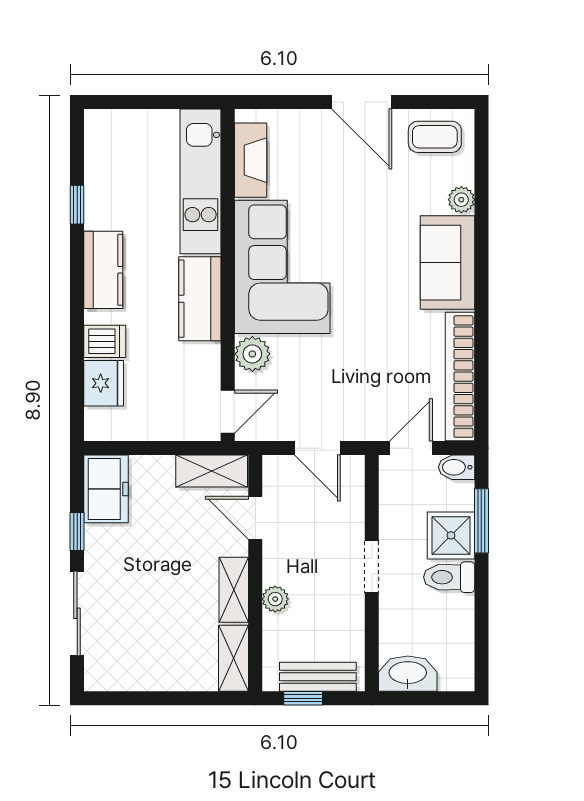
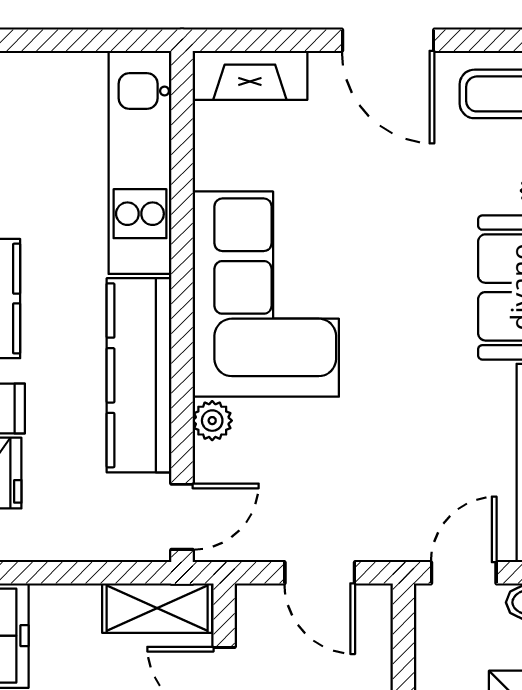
fireplace: (251, 160) -> (250, 75), moved, turned 90
kitchen counter: (200, 299) -> (139, 375), width x1.50
plant: (252, 354) -> (212, 421), width x0.73, depth x0.73

